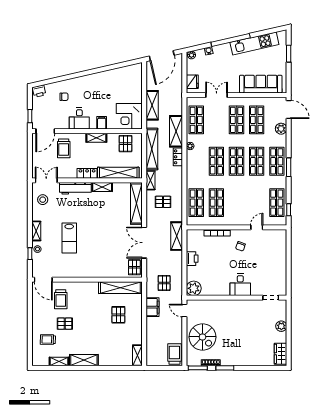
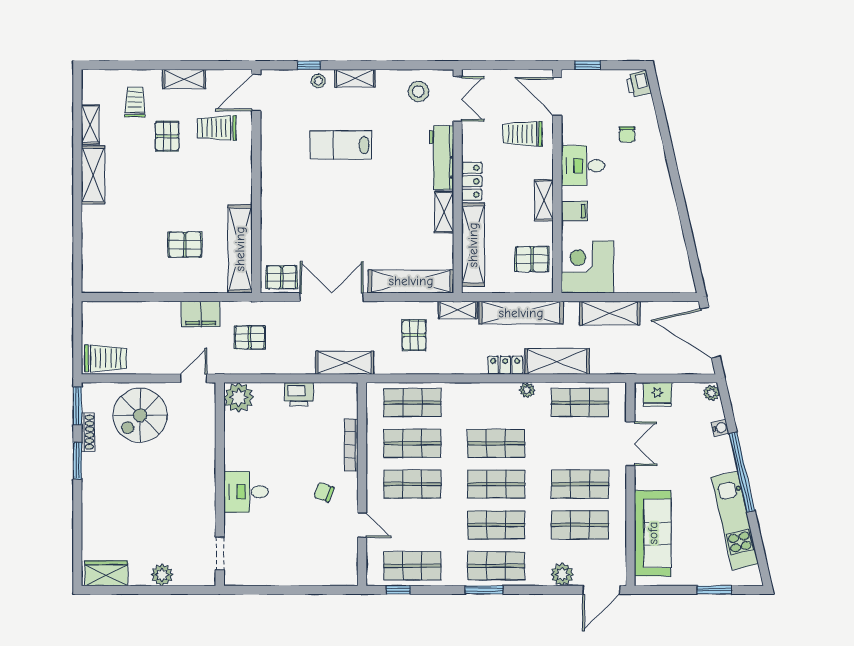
shop shelf: (237, 203) -> (412, 484), added
shelving: (137, 355) -> (184, 79), moved

